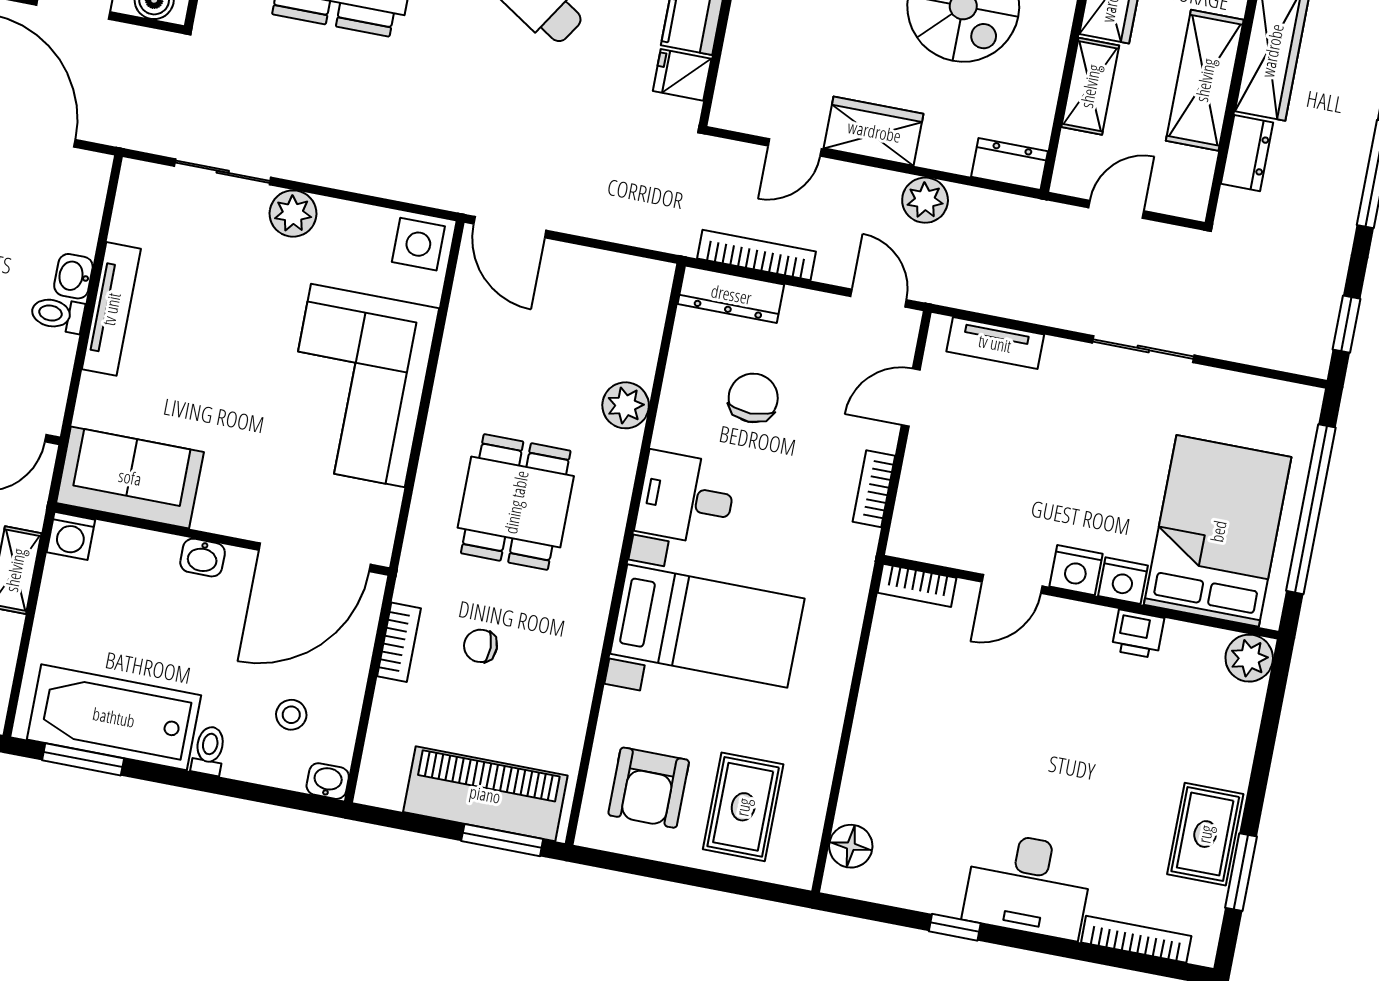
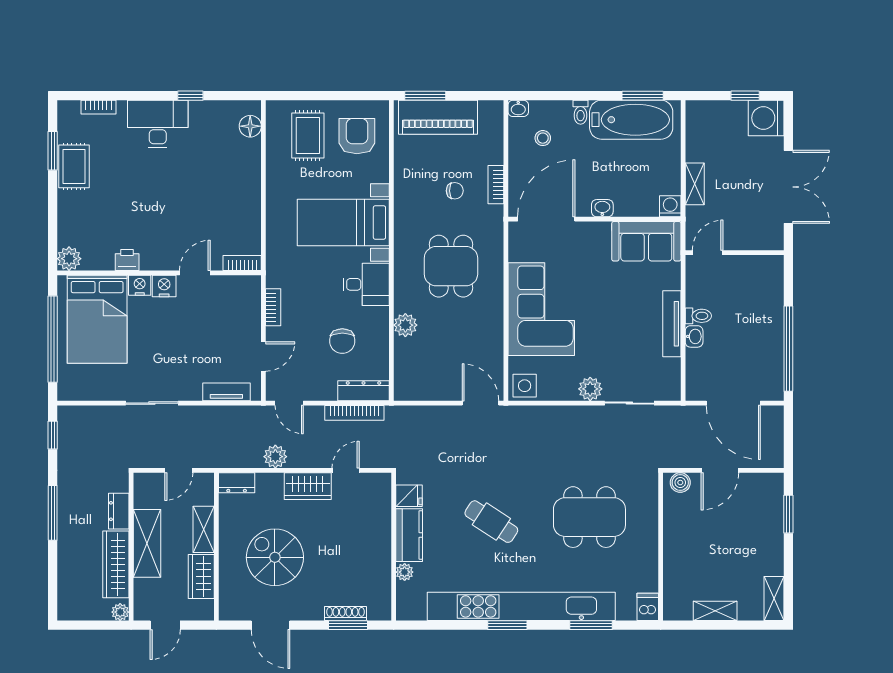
bookcase: (1136, 939) -> (99, 107), width x0.64

